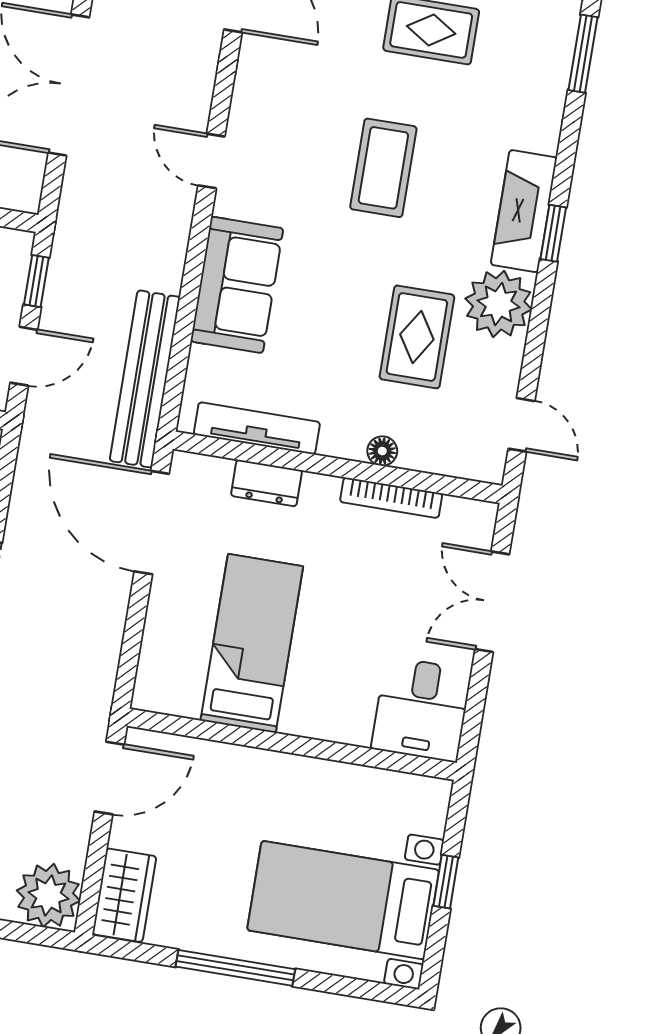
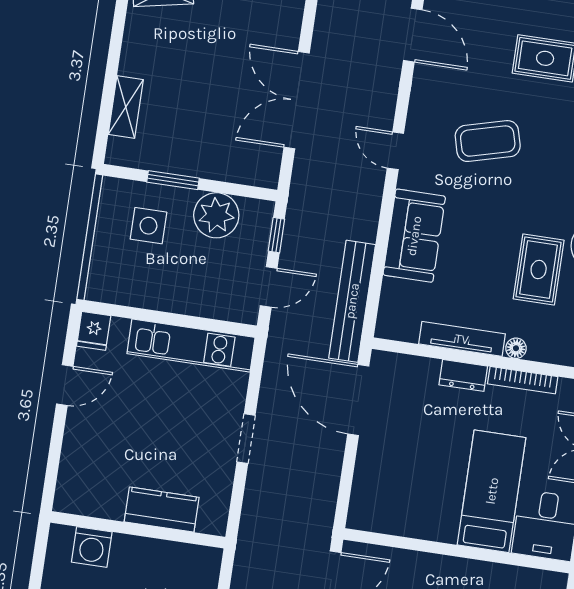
coffee table: (383, 168) -> (488, 141), moved, turned 75
tv unit: (257, 428) -> (462, 339), moved
dresser: (266, 483) -> (463, 375), moved
bed: (252, 643) -> (492, 491), moved

